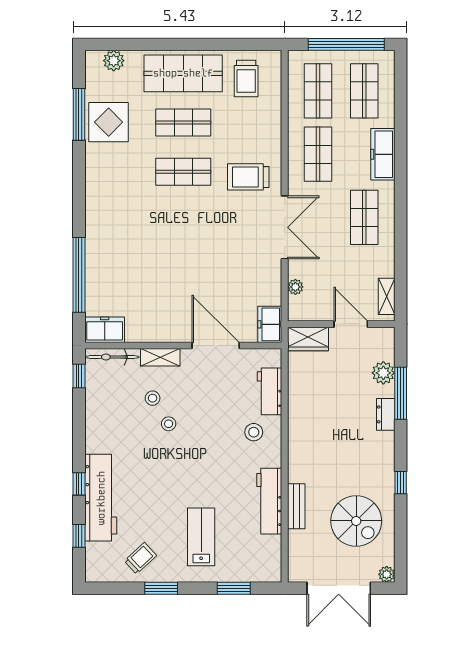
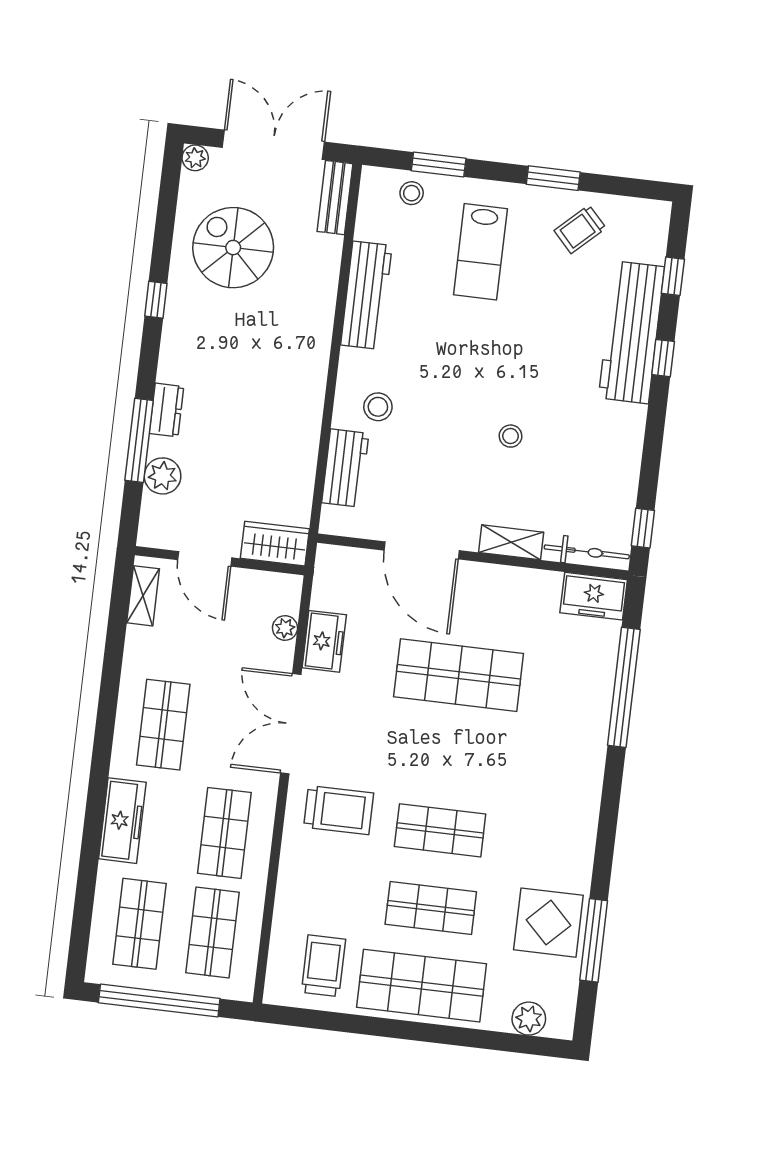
shop shelf: (183, 270) -> (459, 675), added
freezer: (270, 324) -> (324, 641), moved
stool: (153, 398) -> (412, 193), moved
bench: (296, 506) -> (335, 198), moved

